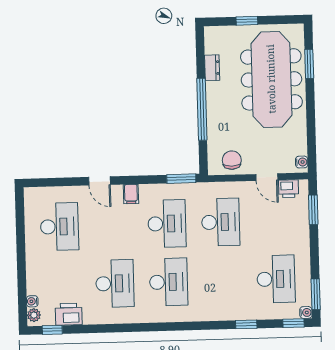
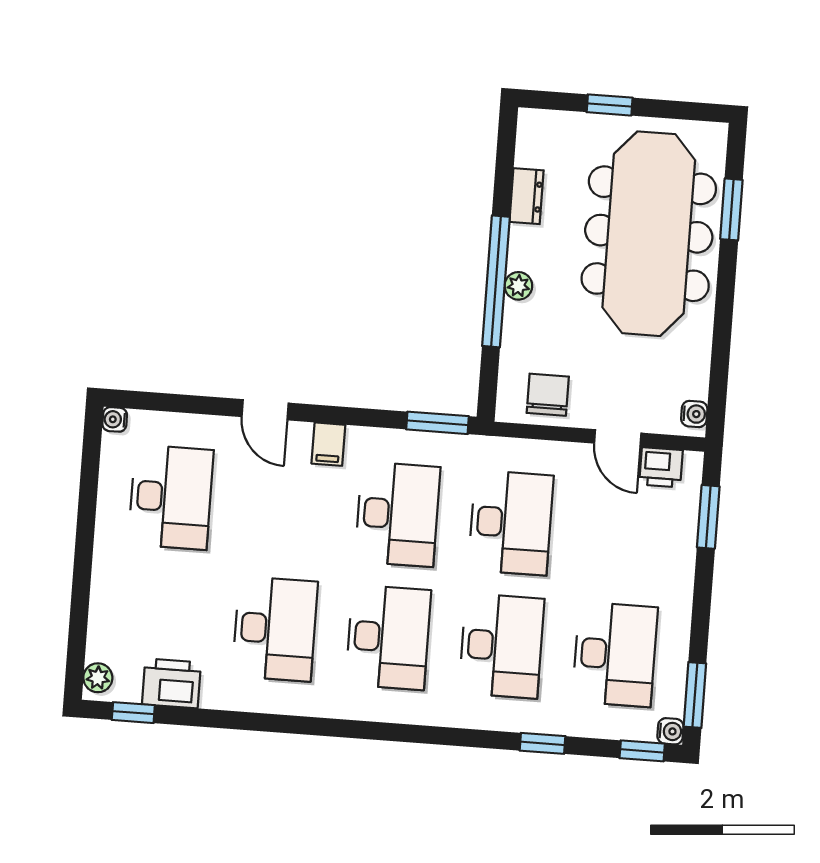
plant: (213, 110) -> (518, 286), added
desk: (222, 280) -> (502, 646), added
water cooler: (32, 301) -> (115, 419), moved

